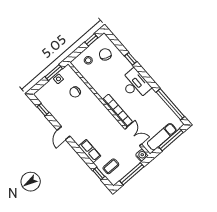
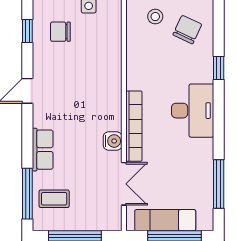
chair: (75, 92) -> (60, 32), moved
window: (170, 104) -> (219, 184), width x0.68
water cooler: (142, 155) -> (113, 141), moved
window: (99, 174) -> (27, 194), width x2.17

